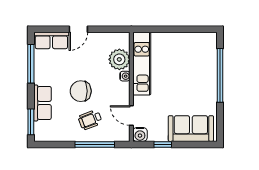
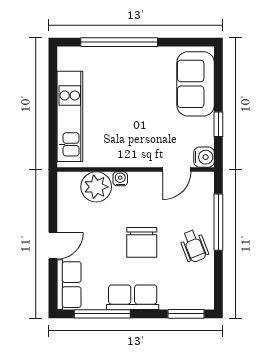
door: (78, 29) -> (53, 246), hinge flipped
kitchen unit: (142, 64) -> (70, 116), moved, turned 90
row of seats: (42, 103) -> (133, 297), moved
wheelchair: (90, 120) -> (194, 246), moved

